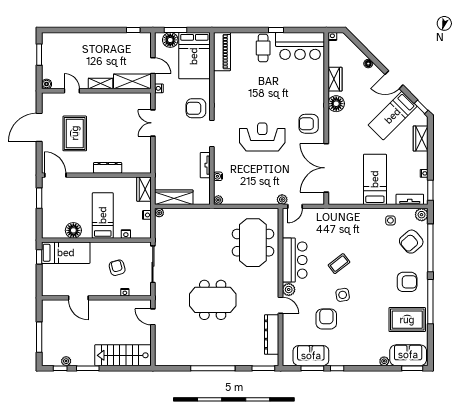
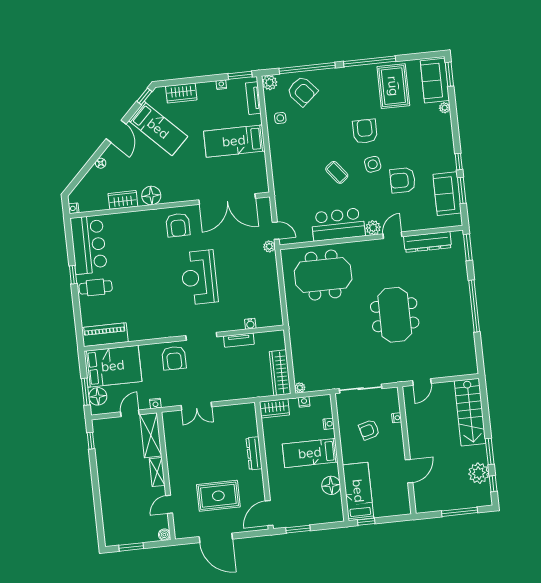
plant: (218, 200) -> (278, 321), removed
armchair: (407, 282) -> (365, 131), moved
plant: (66, 361) -> (479, 473), width x1.88, depth x1.88

